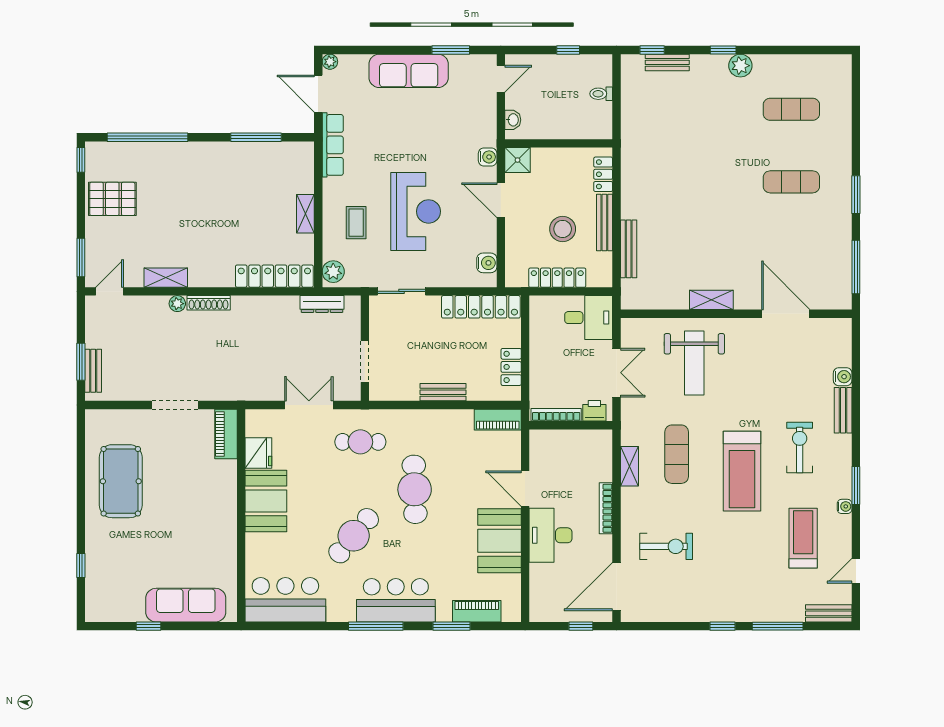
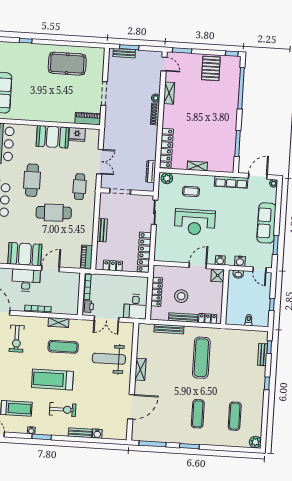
plant: (740, 66) -> (255, 442), moved
exercise mat: (681, 182) -> (201, 358), added
water cooler: (487, 263) -> (240, 261), moved
cafe table: (354, 536) -> (32, 180), turned 50

